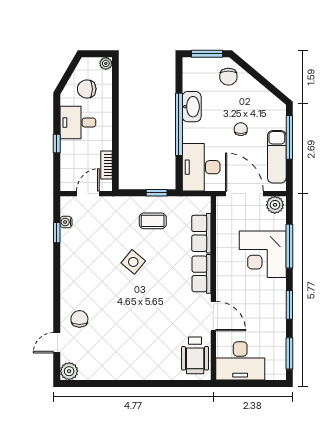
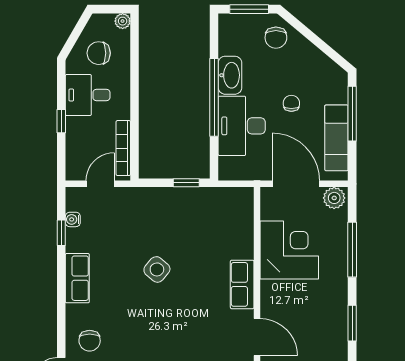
bookcase: (106, 165) -> (123, 148), width x1.56
desk: (201, 167) -> (242, 126), moved
coffee table: (153, 221) -> (181, 218), removed
row of seats: (201, 233) -> (77, 278), moved, turned 180
corner desk: (263, 254) -> (289, 250), moved, turned 180
chair: (79, 319) -> (90, 341), turned 180

